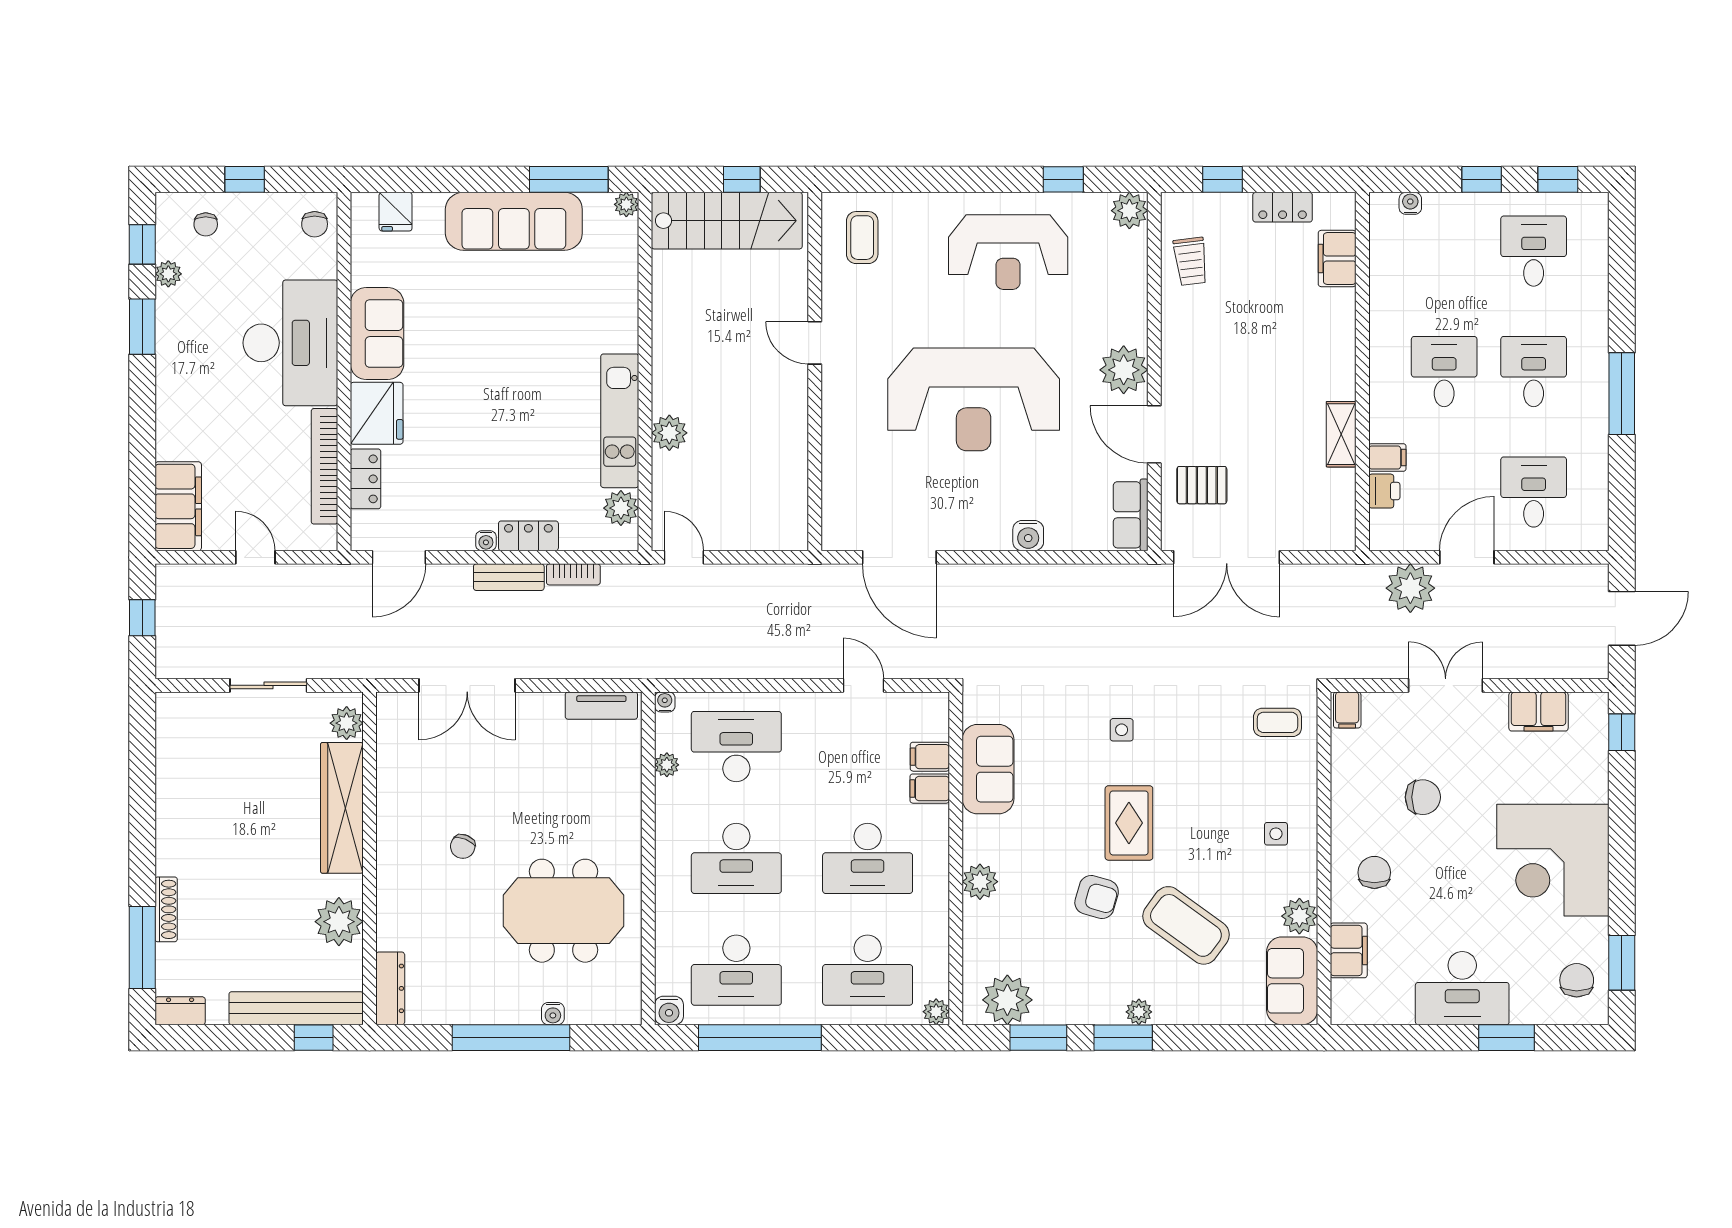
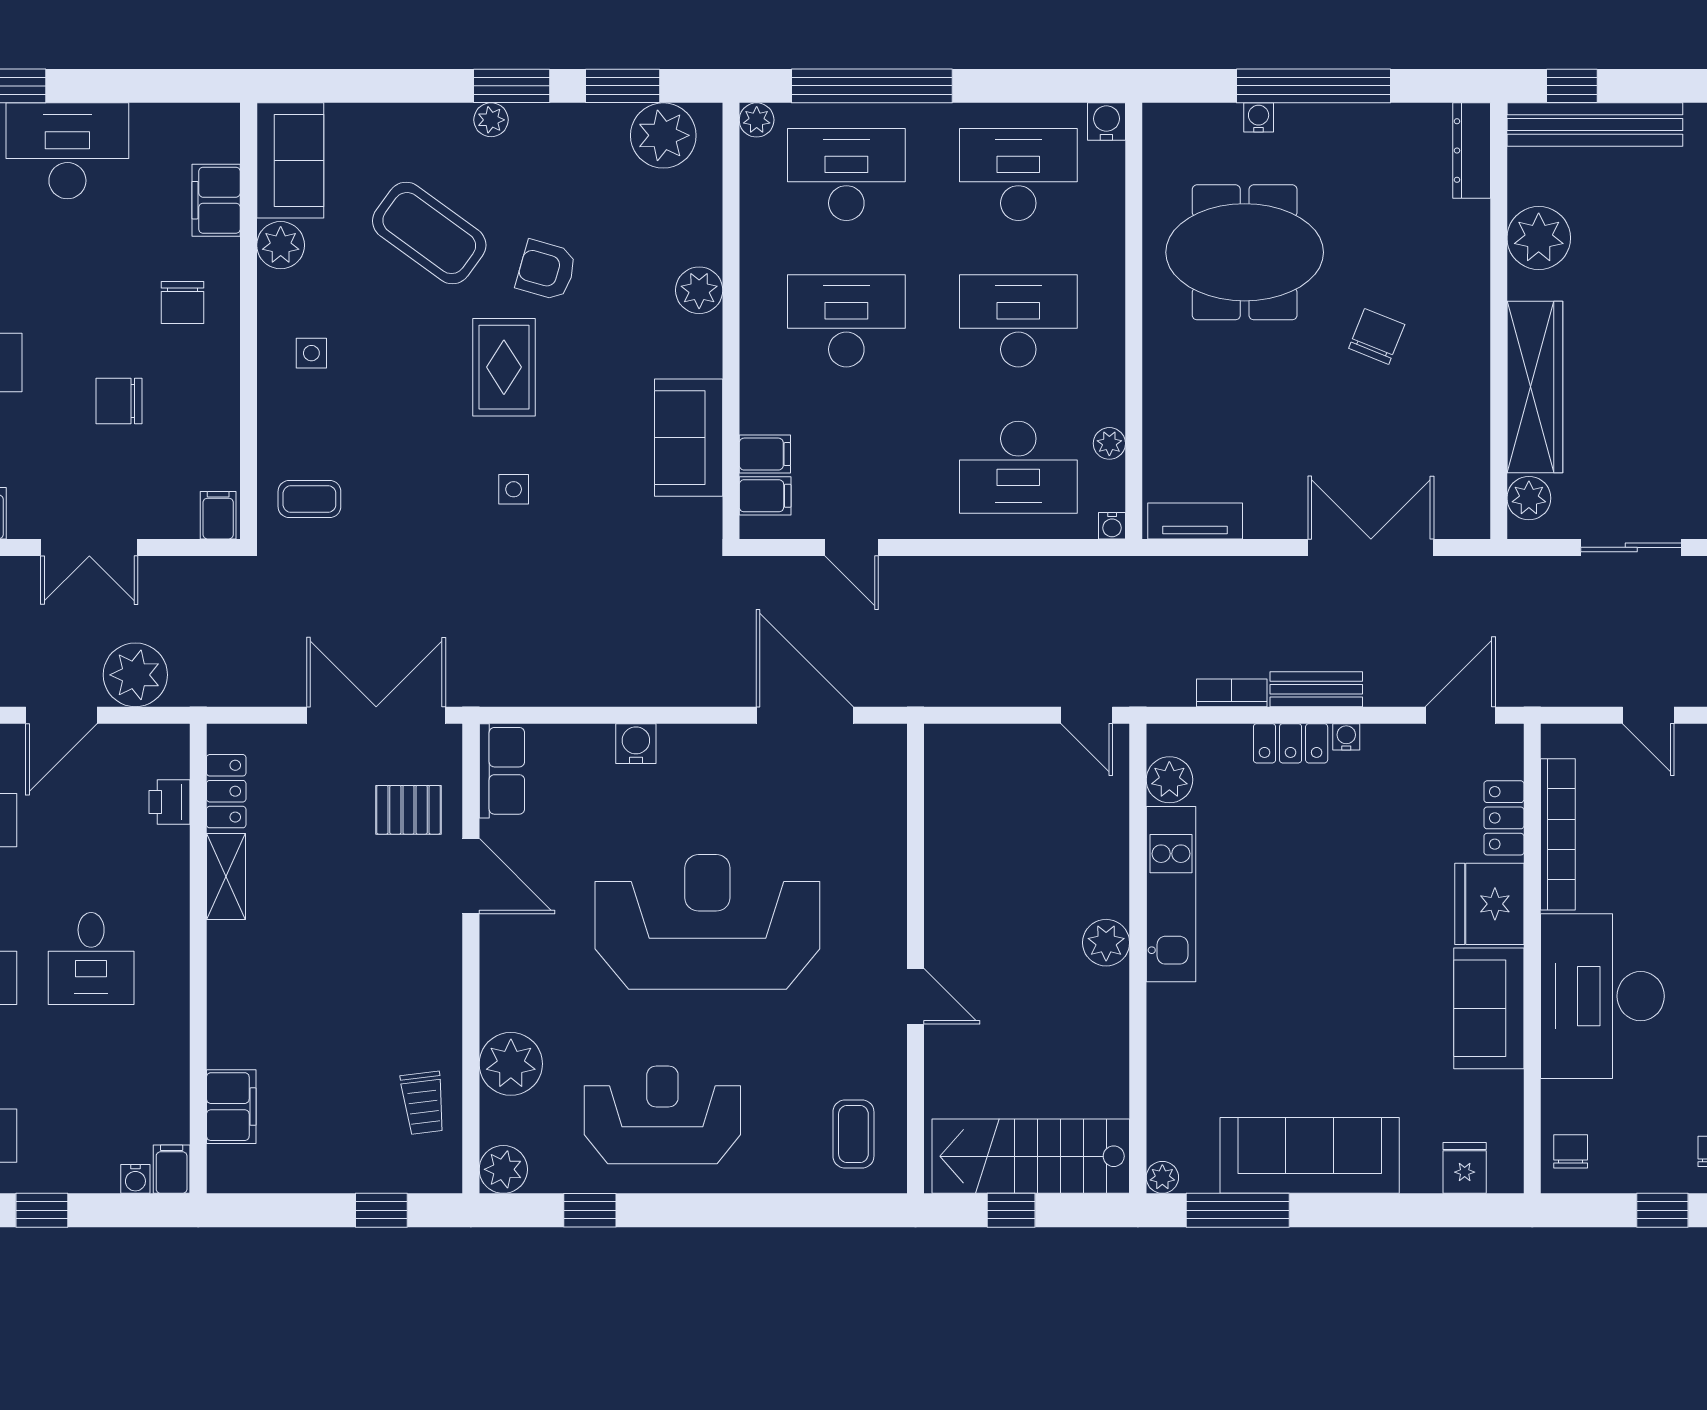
locker: (1283, 207) -> (226, 791), moved, turned 90
trolley: (1191, 261) -> (423, 1103), turned 180
plant: (1124, 370) -> (511, 1064), moved
plant: (669, 433) -> (1106, 943), moved
filing cabinet: (1387, 457) -> (172, 1169), moved, turned 90
filing cabinet: (930, 789) -> (765, 496), moved
chair: (463, 846) -> (1377, 336), width x1.37, depth x1.37
window: (760, 1038) -> (872, 86), moved

